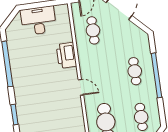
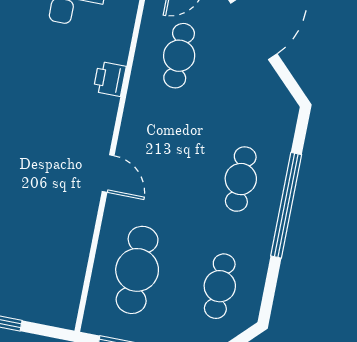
printer: (66, 55) -> (110, 79), width x0.53, depth x0.68

